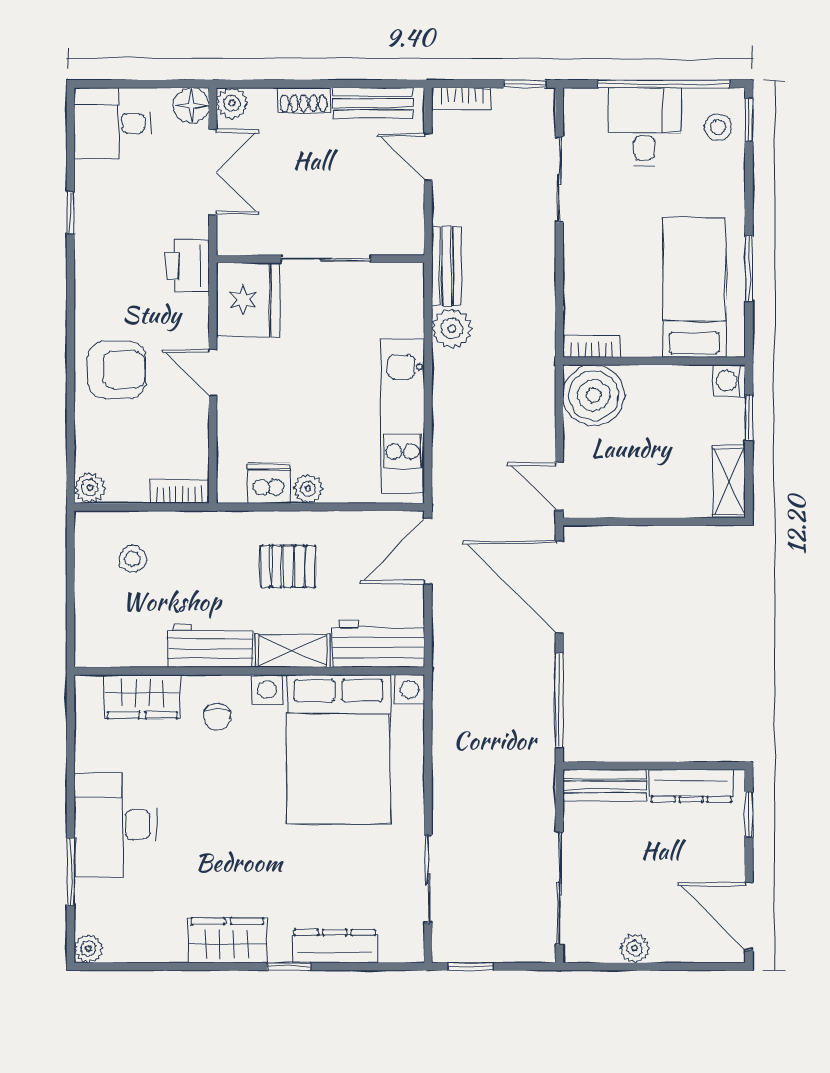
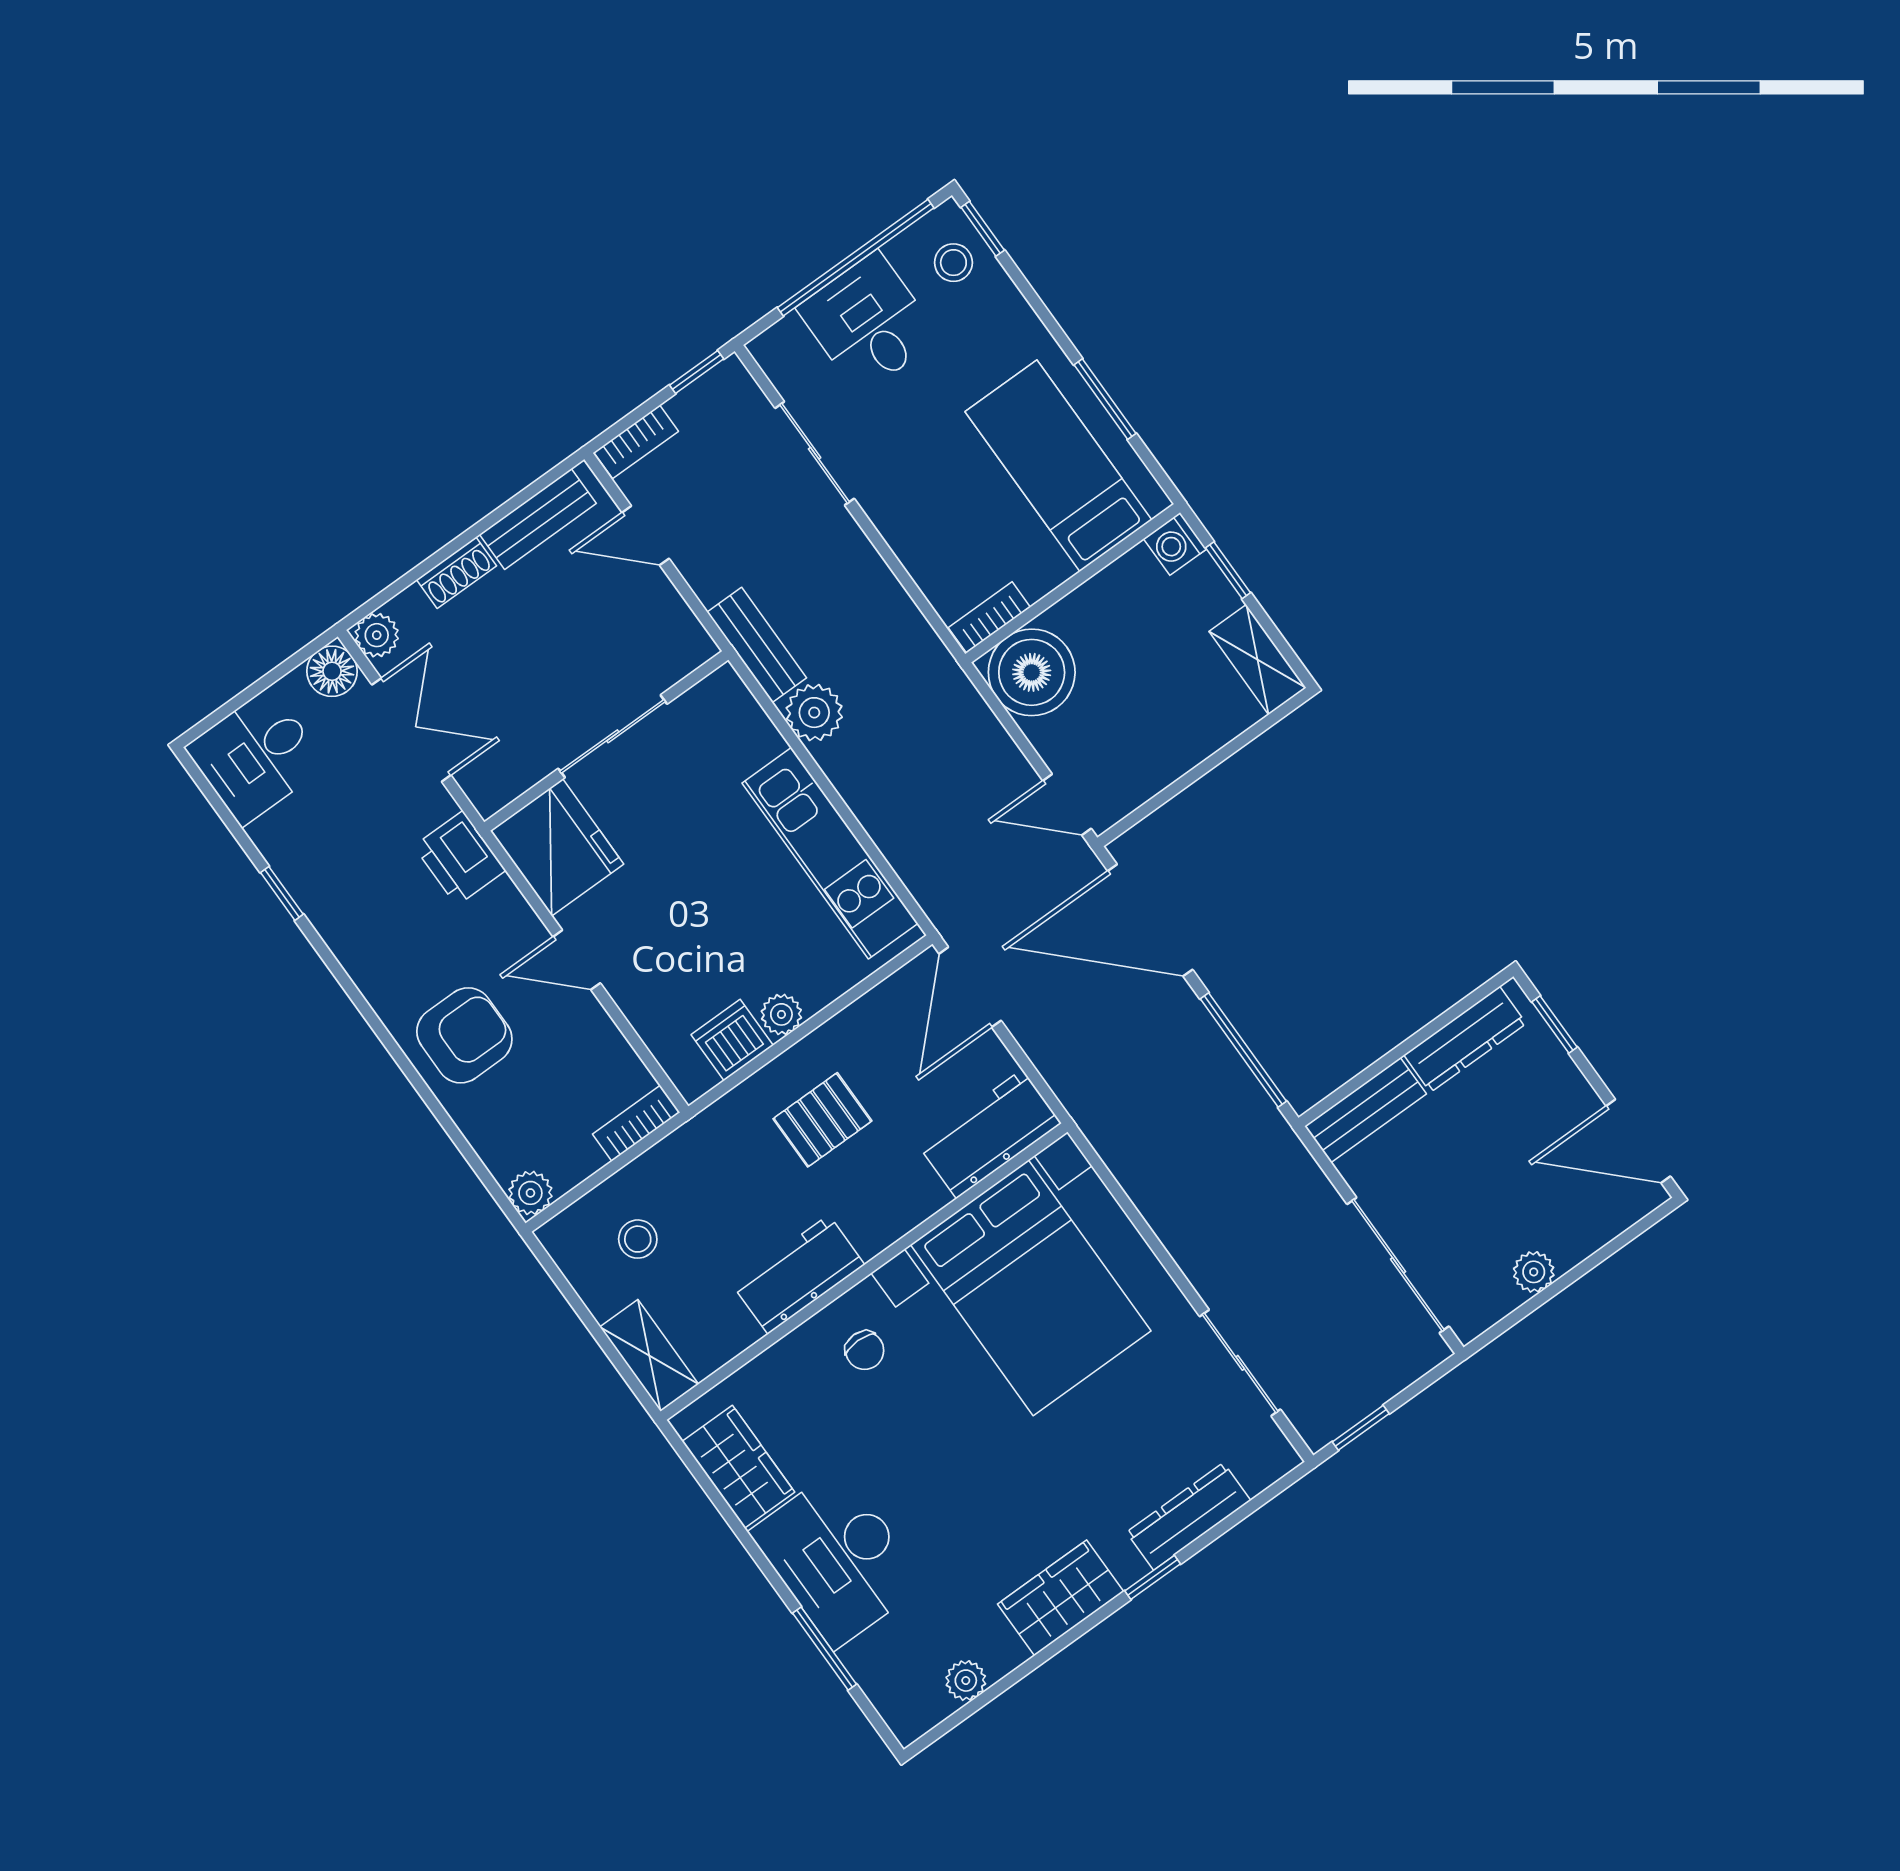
shelving: (293, 651) -> (649, 1355), moved, turned 90
wardrobe: (142, 697) -> (738, 1467), moved, turned -90
plant: (88, 949) -> (966, 1681), moved

